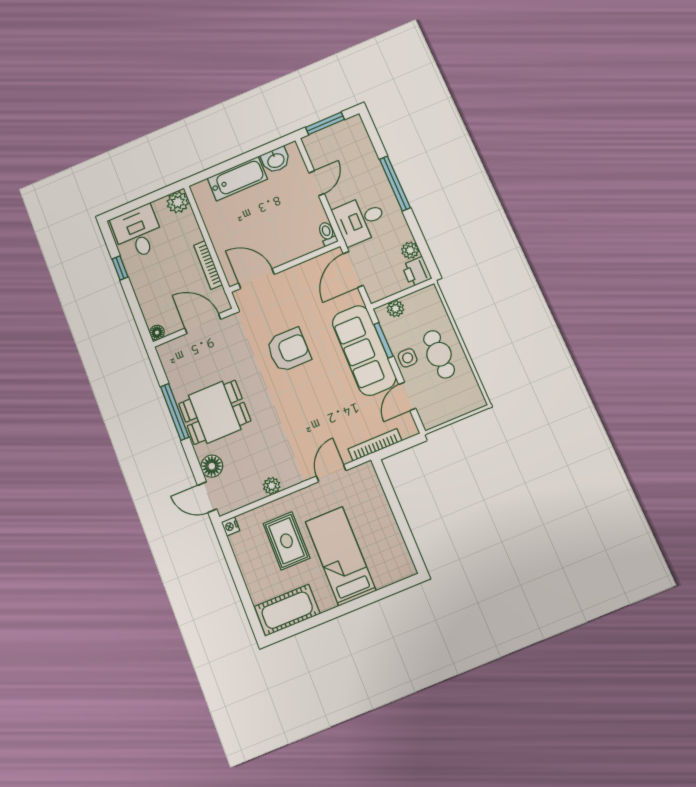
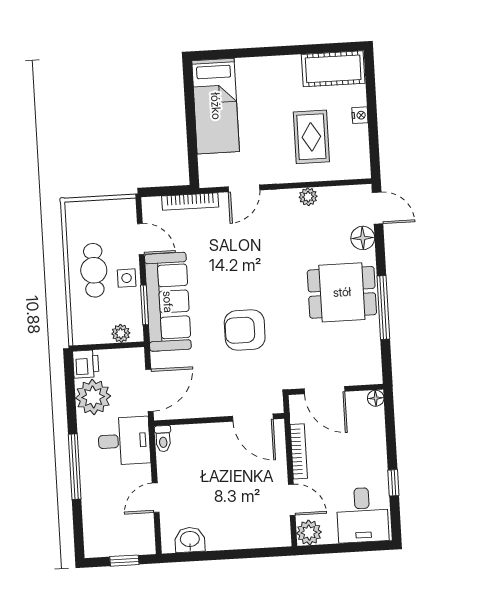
window: (325, 123) -> (124, 561), width x0.67
bathtub: (237, 179) -> (237, 535), removed
door: (201, 223) -> (292, 500), added
plant: (410, 250) -> (93, 397), width x1.88, depth x1.88
door: (407, 396) -> (141, 239), hinge flipped
nightstand: (231, 526) -> (360, 115), moved
bed: (341, 556) -> (216, 106), moved

